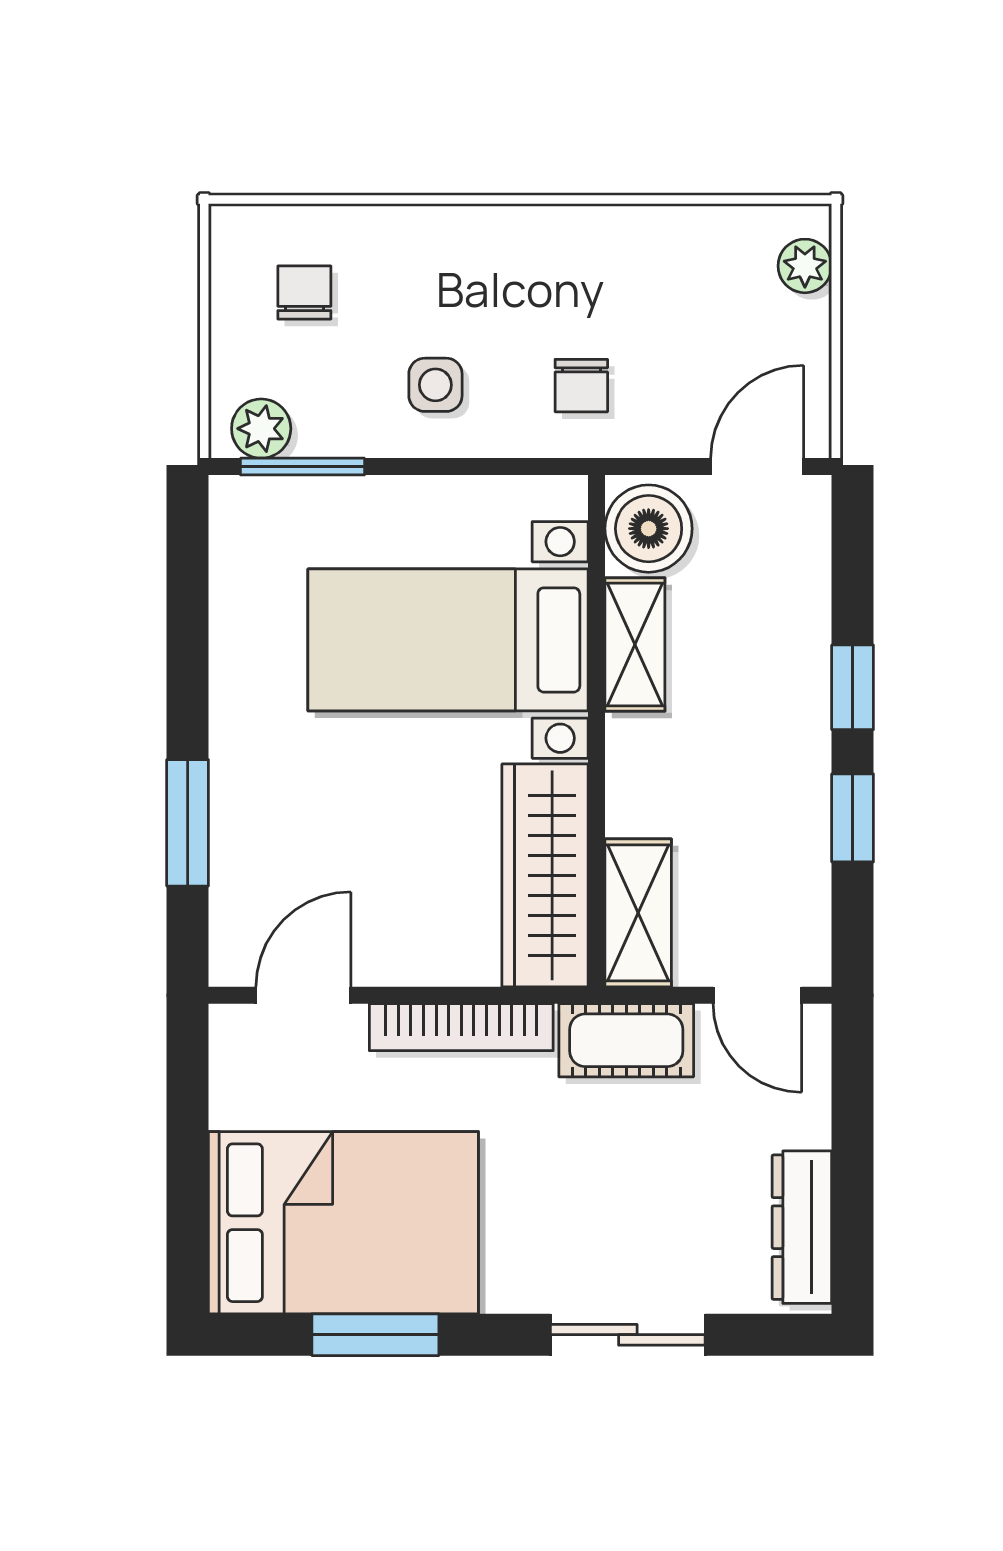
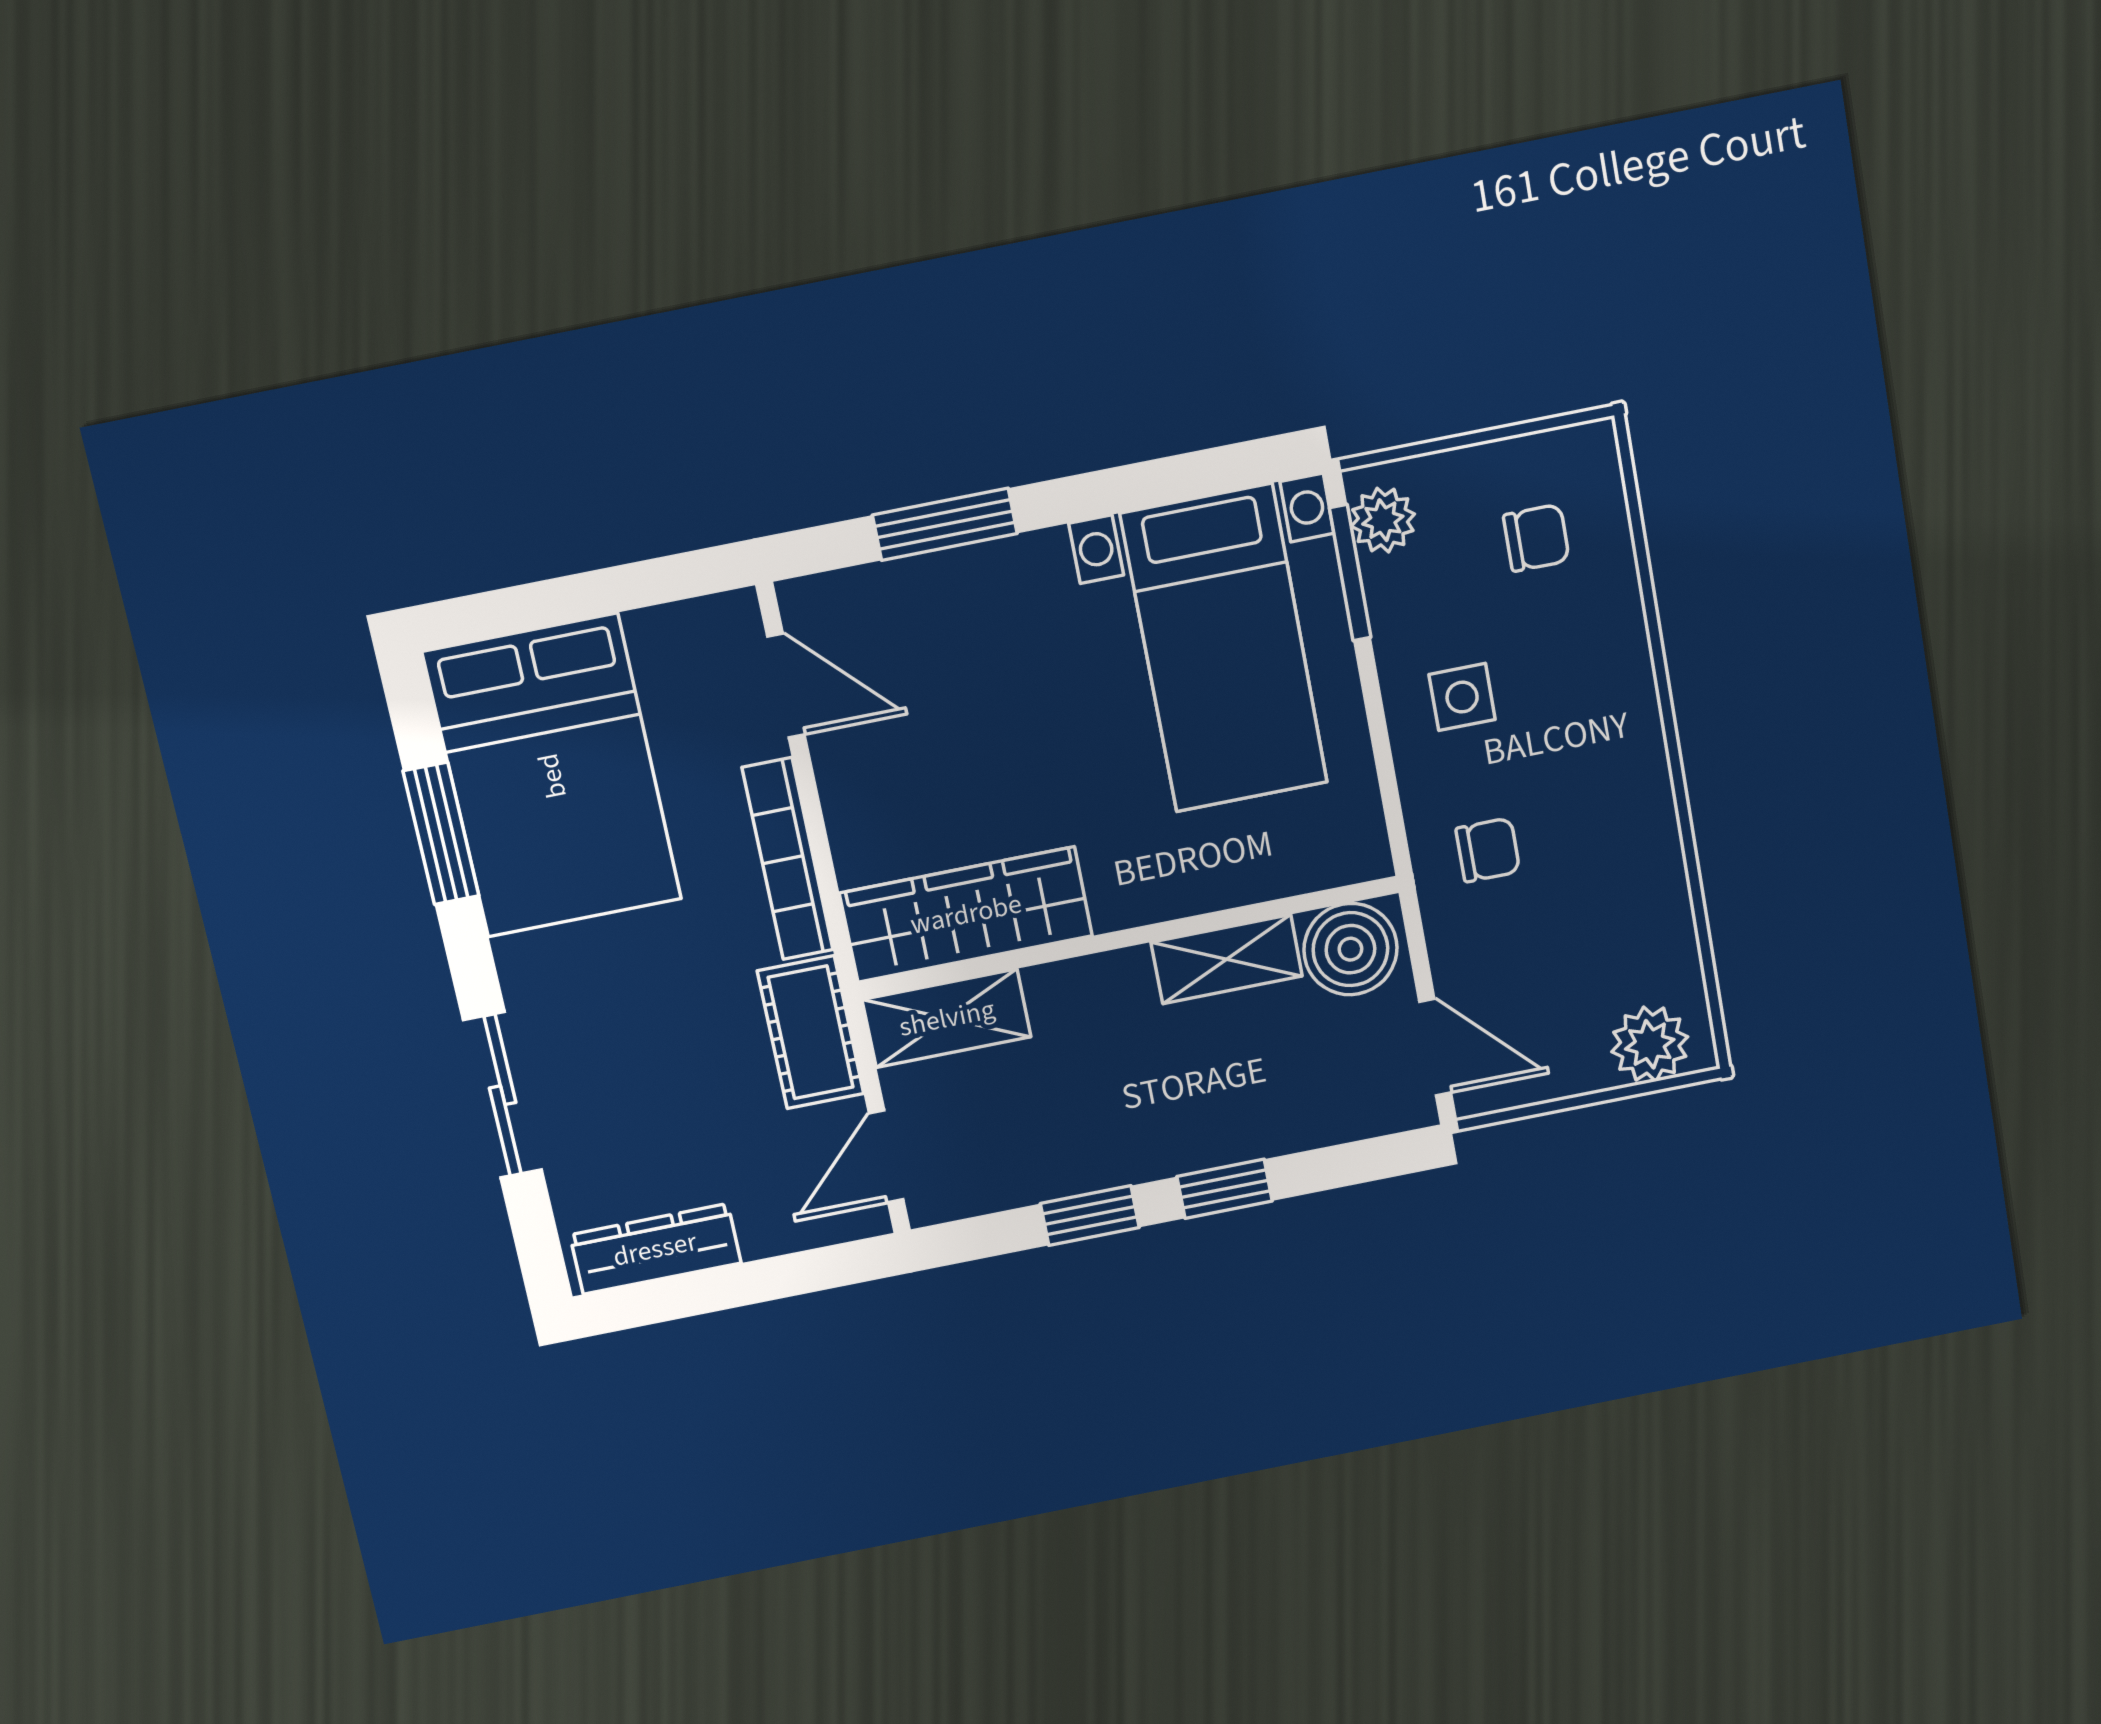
plant: (805, 266) -> (1650, 1044), width x1.38, depth x1.38
chair: (581, 386) -> (1488, 850), turned 180
bed with nightstands: (448, 640) -> (1224, 649), moved, turned 180

